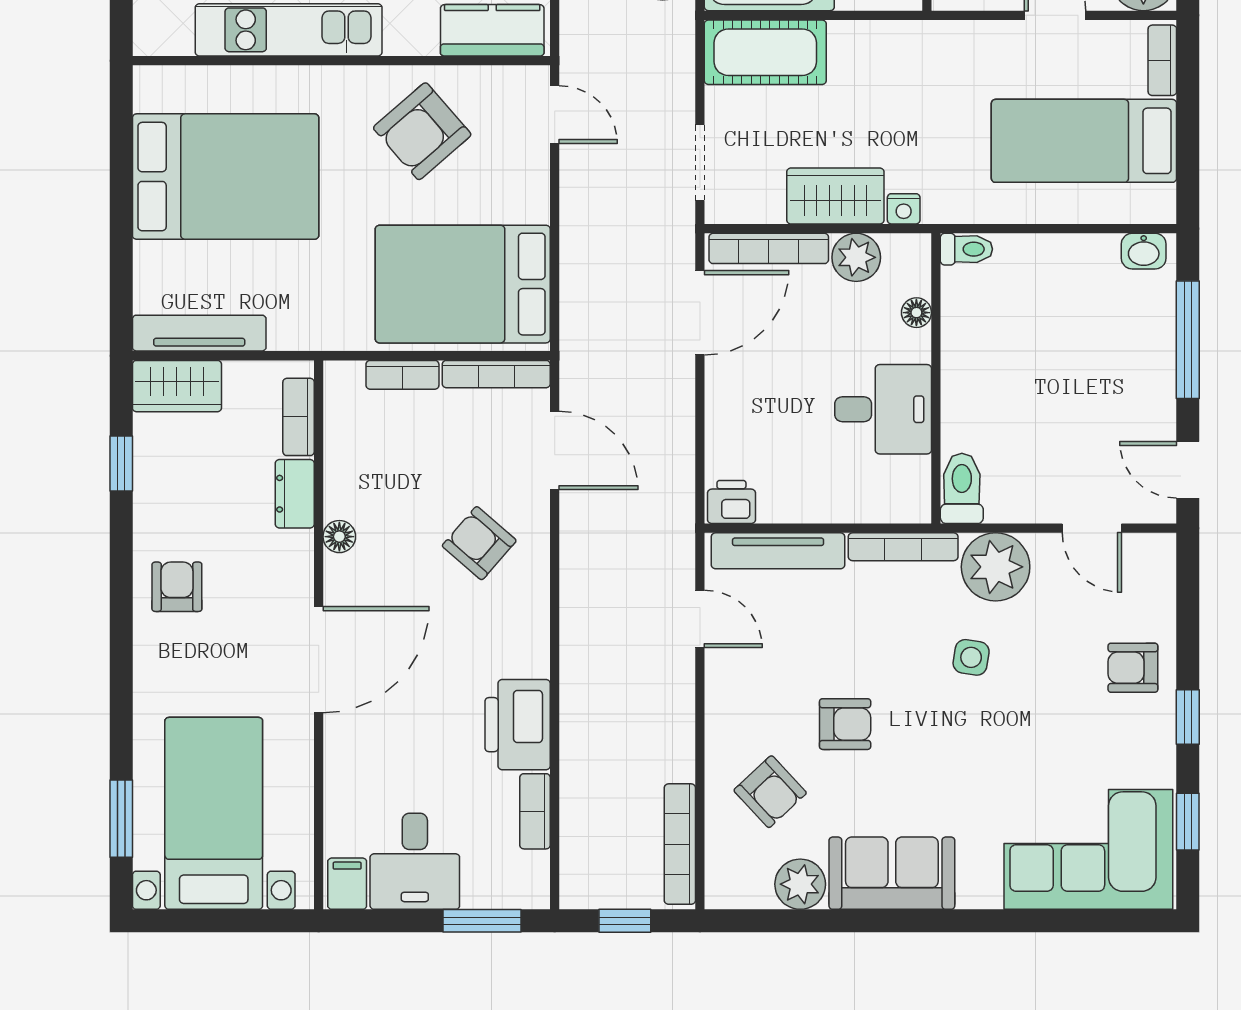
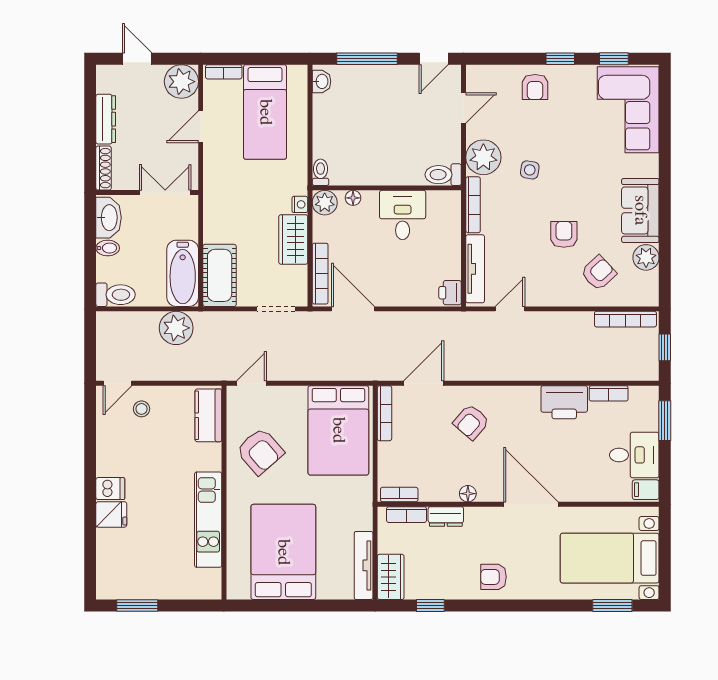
plant: (856, 257) -> (325, 203), moved
bookcase: (402, 375) -> (399, 495), moved, turned -90

